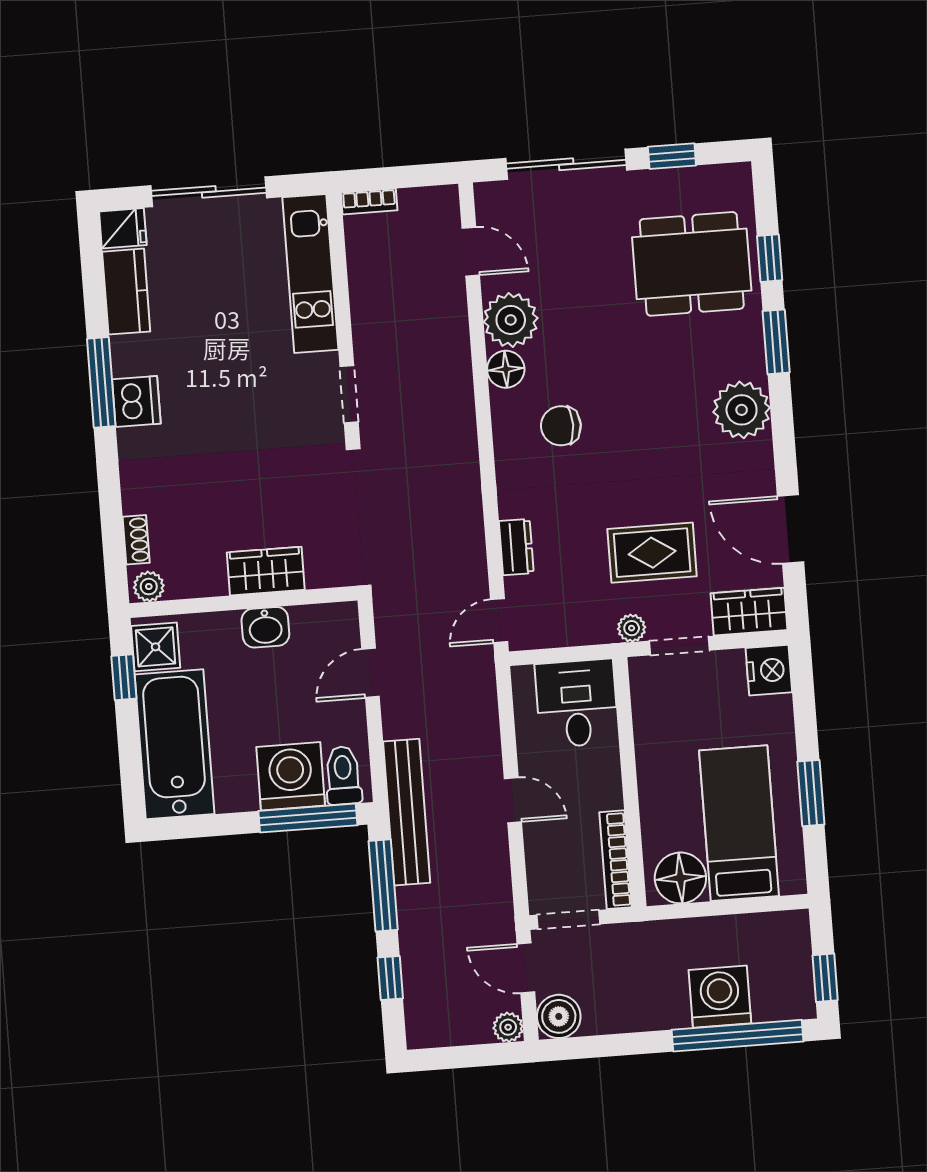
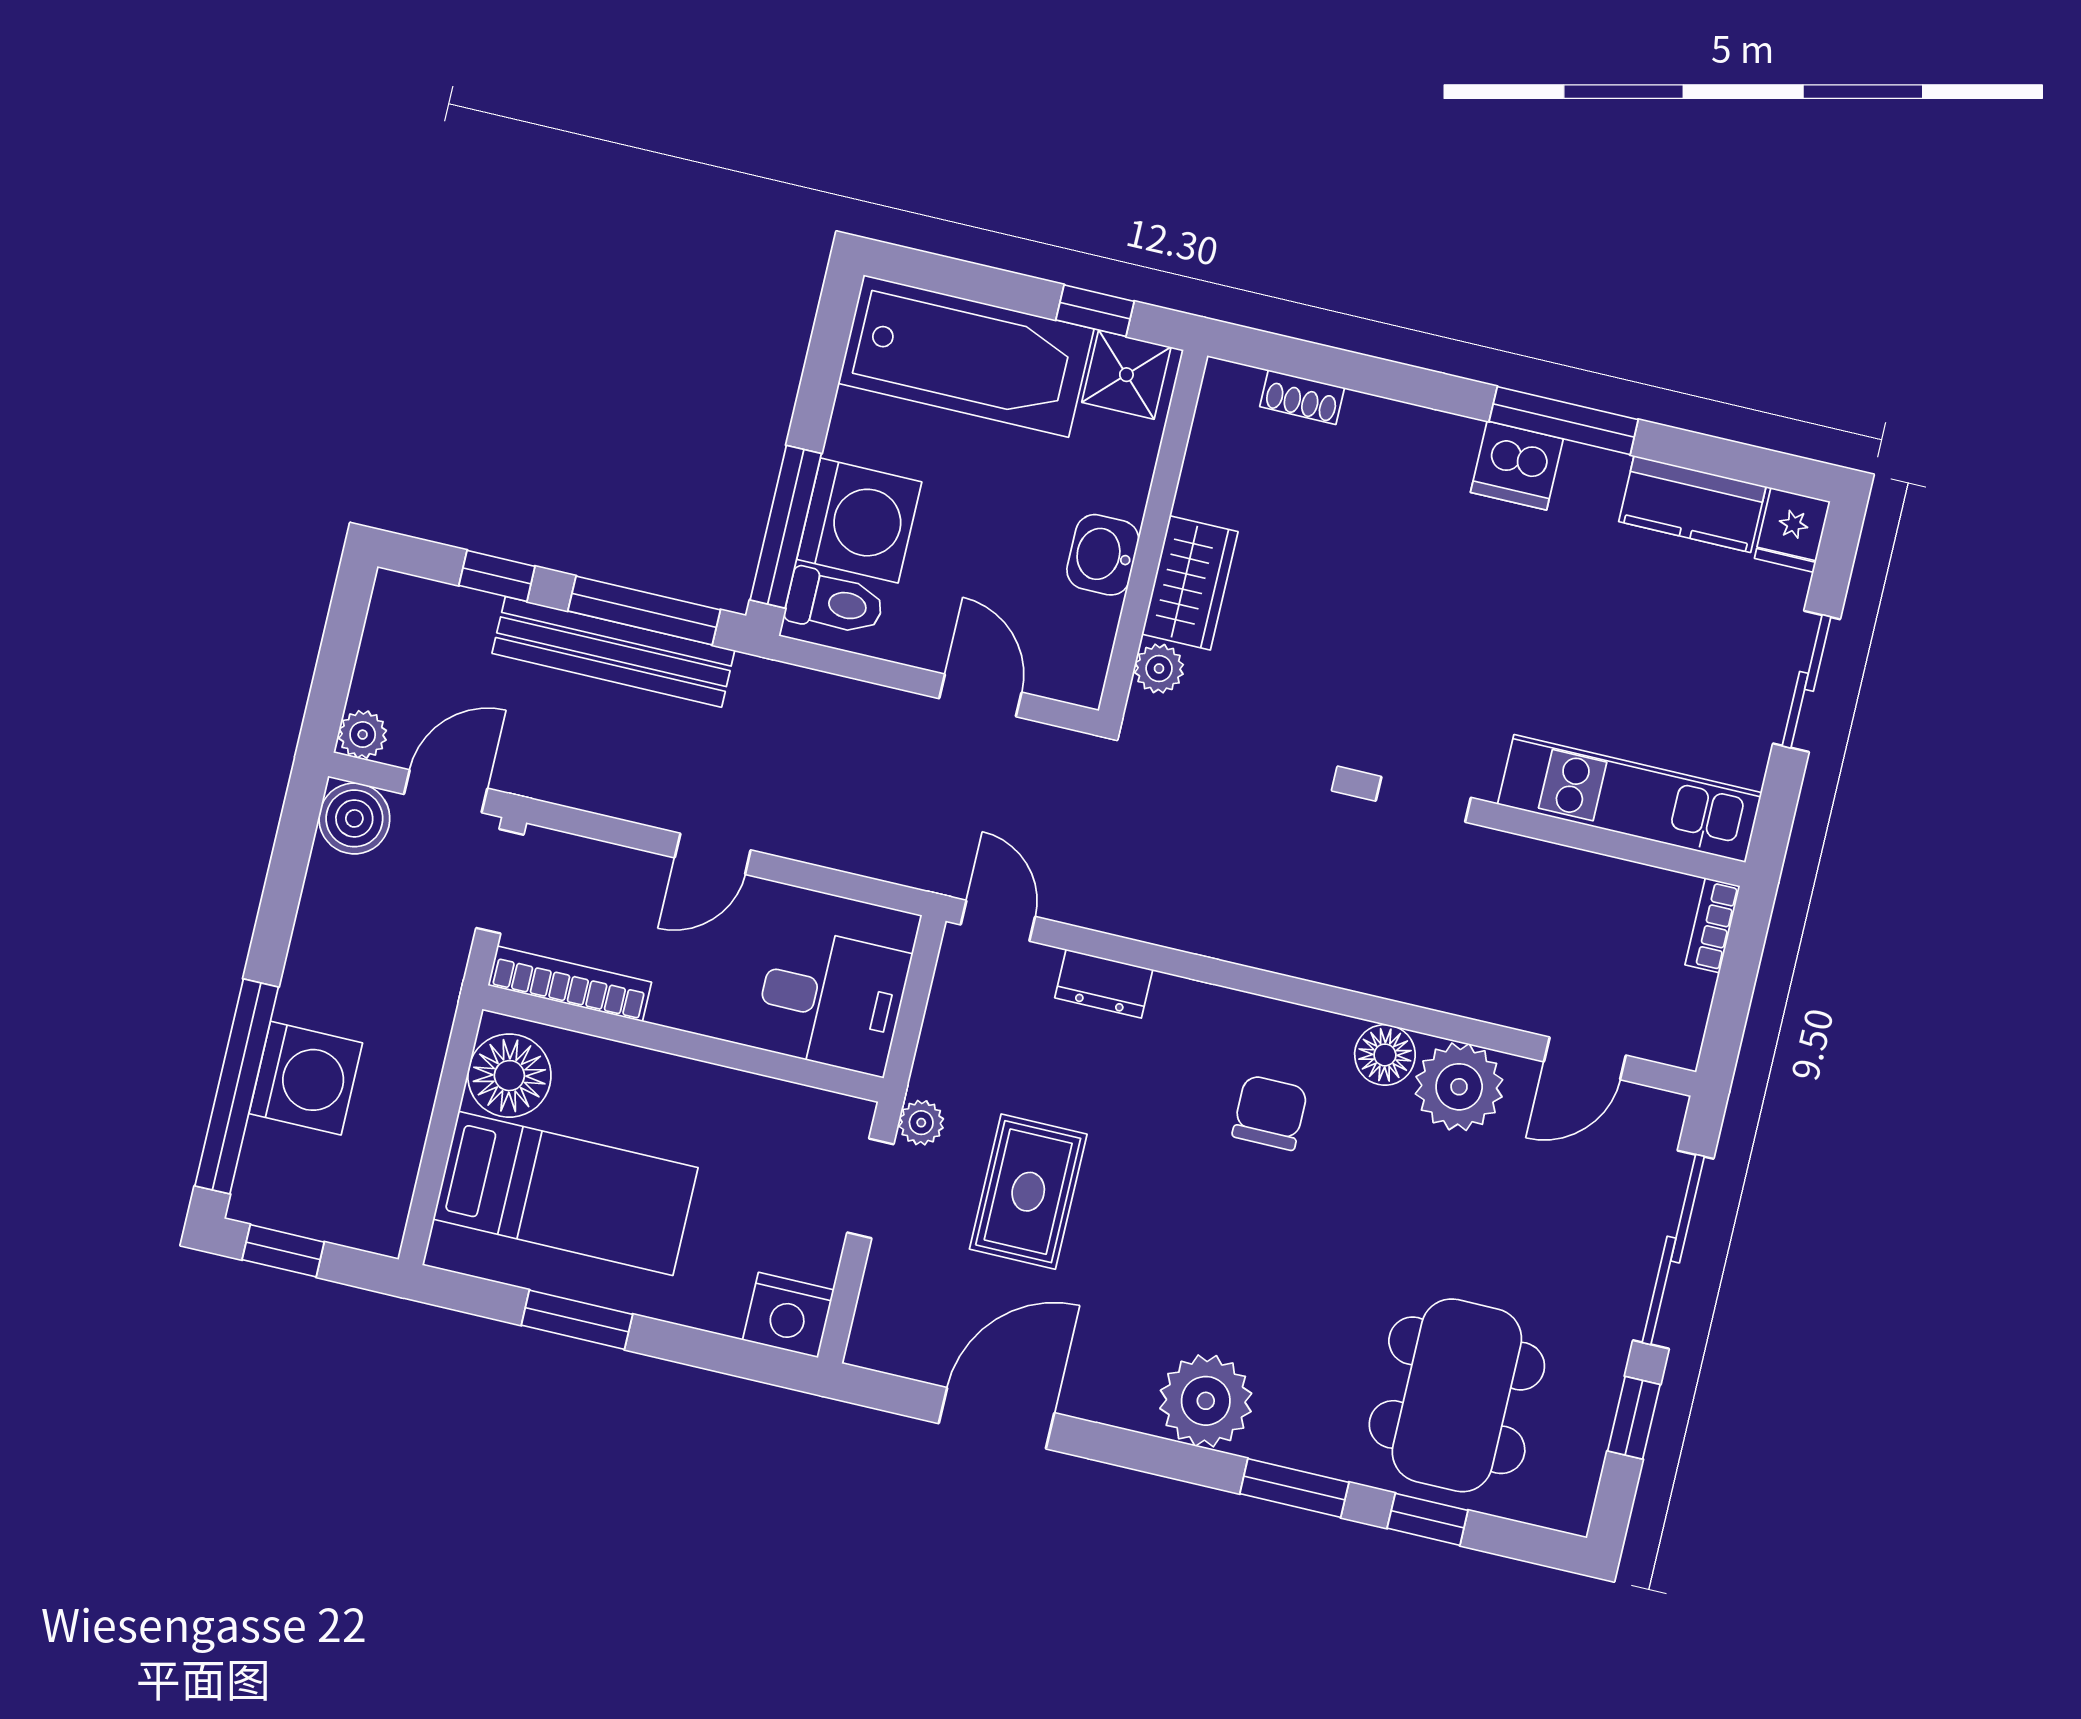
sliding door: (209, 192) -> (1807, 681), width x0.73
plant: (149, 587) -> (1159, 669), moved
wardrobe: (749, 612) -> (889, 1313), removed
bench: (407, 812) -> (613, 652), moved

